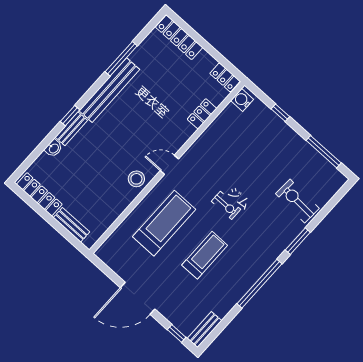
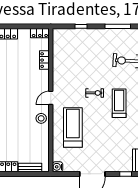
water cooler: (242, 100) -> (58, 167), moved
treadmill: (205, 255) -> (119, 103), moved

